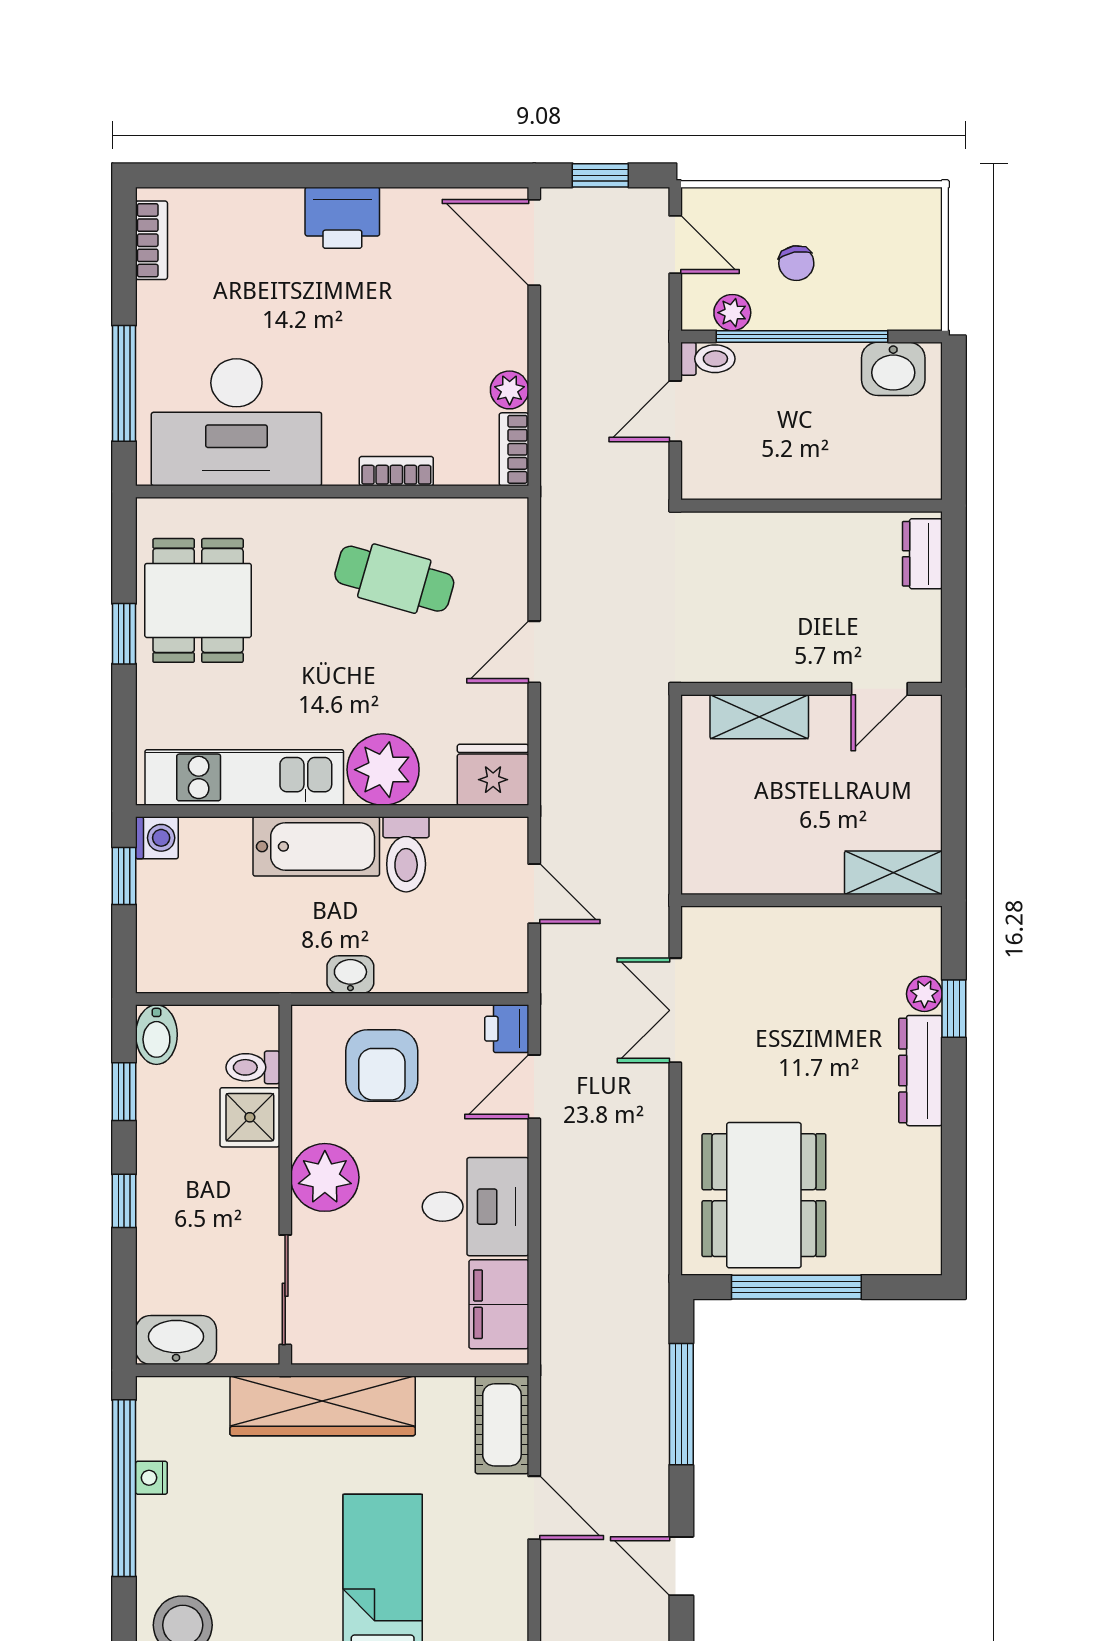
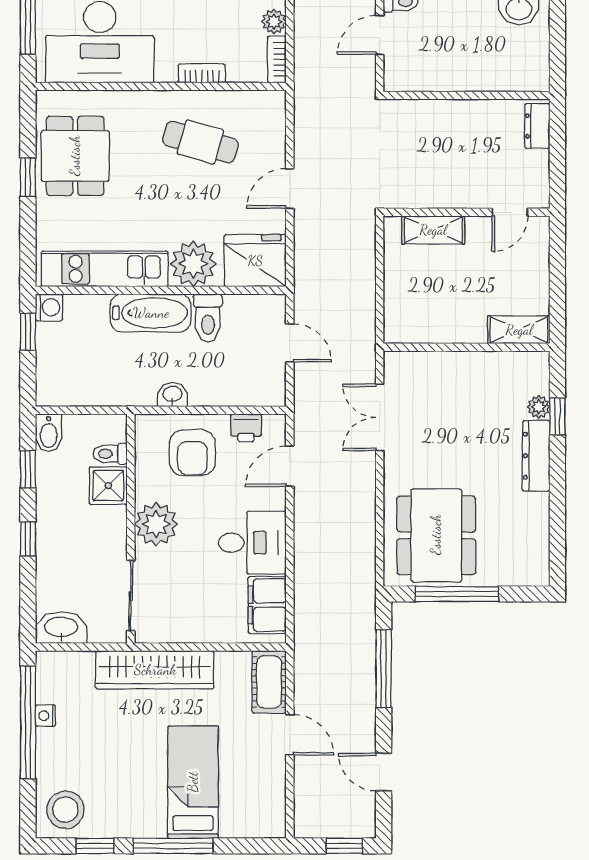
fridge: (493, 775) -> (255, 261), width x1.36, depth x1.34
printer: (507, 1029) -> (246, 428), moved, turned -90

